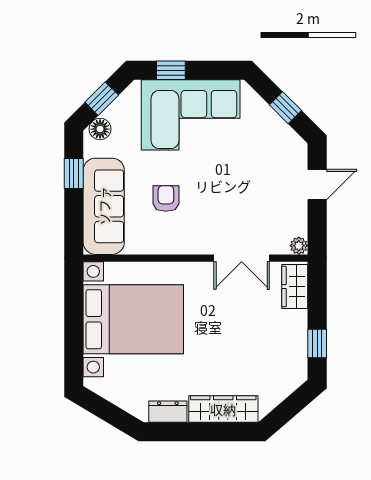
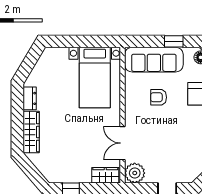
armchair: (166, 198) -> (159, 97), turned 180
plant: (299, 246) -> (135, 173), width x1.88, depth x1.88
bed with nightstands: (133, 319) -> (95, 78), width x0.73

